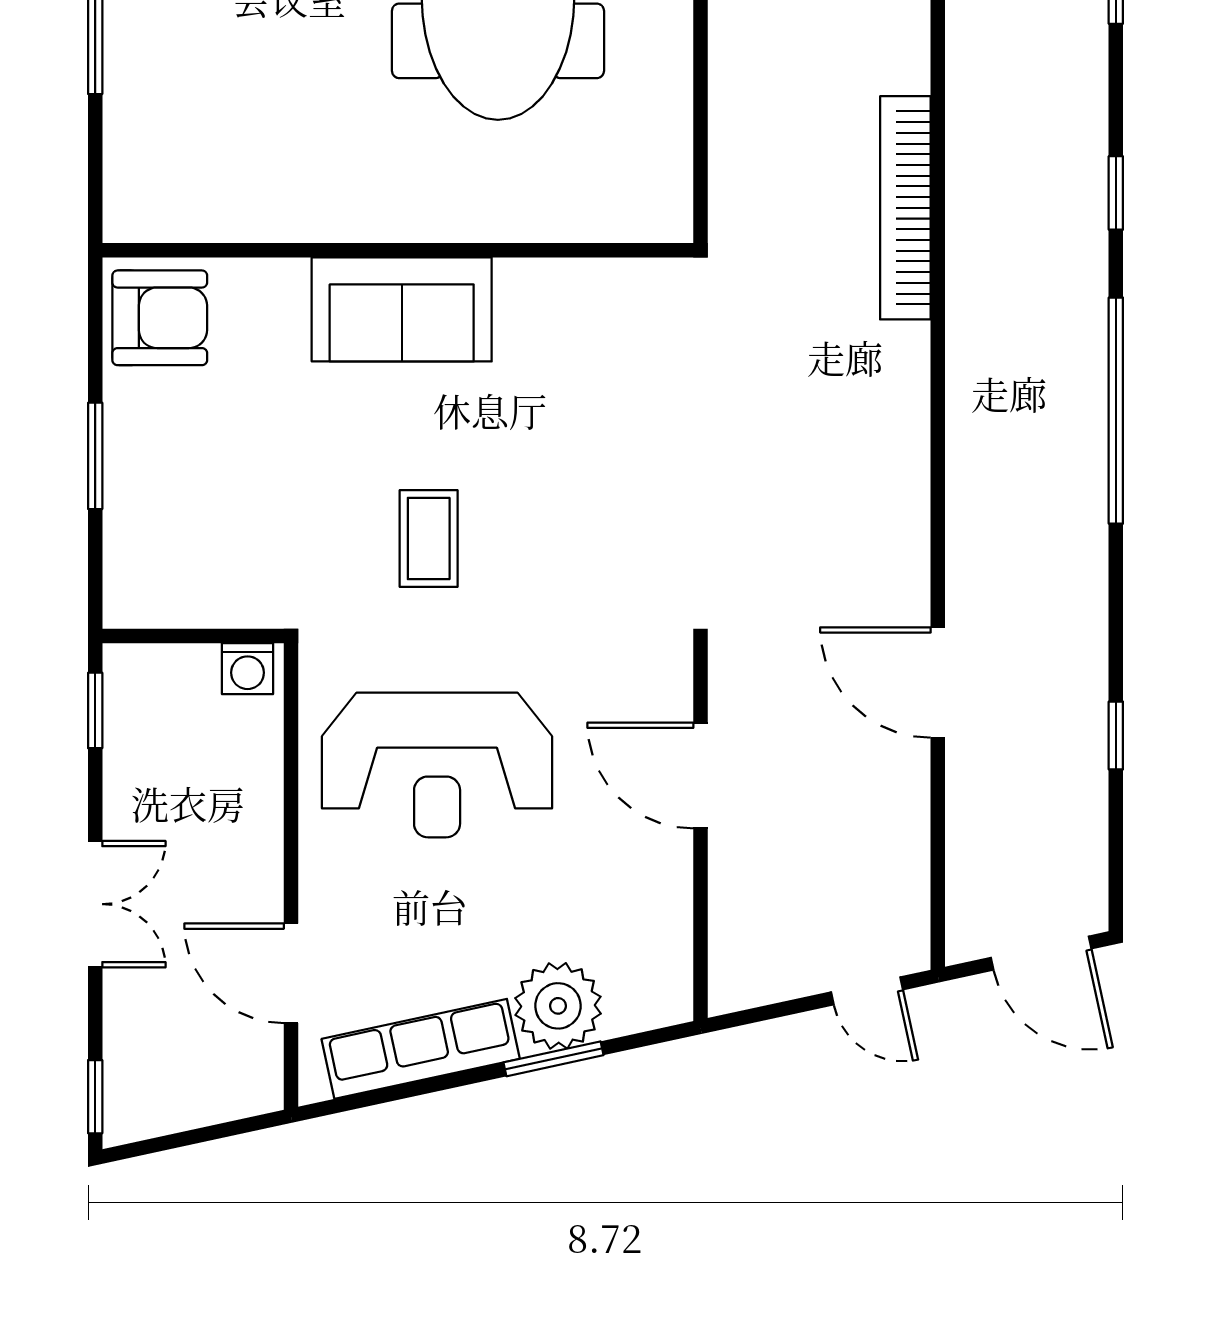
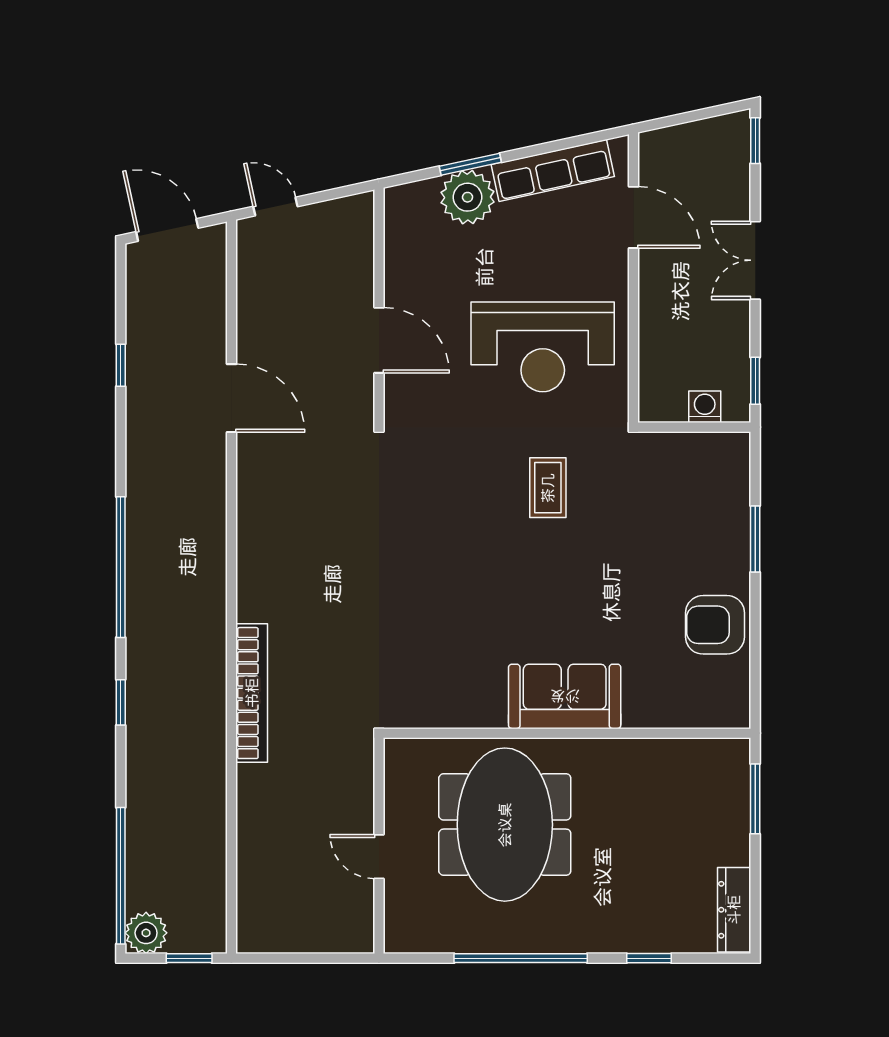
wall: (398, 250) -> (567, 733), moved
sofa: (402, 309) -> (565, 696), moved
washing machine: (248, 669) -> (705, 407), moved
reception desk: (437, 765) -> (543, 347), turned 180

